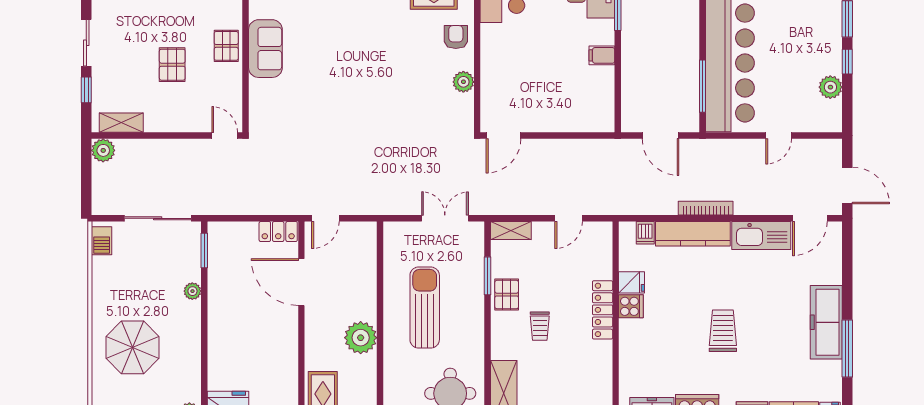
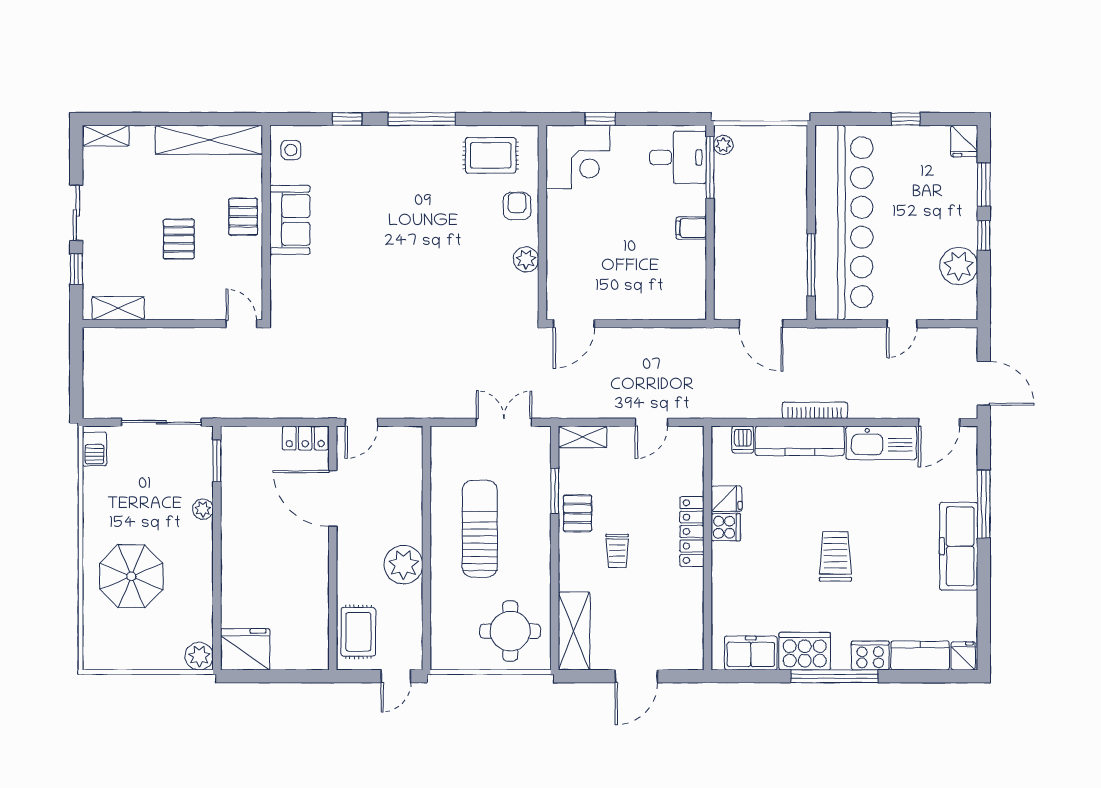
plant: (830, 87) -> (959, 266), width x1.36, depth x1.36
plant: (103, 150) -> (96, 341), removed
window: (847, 349) -> (984, 504), moved

